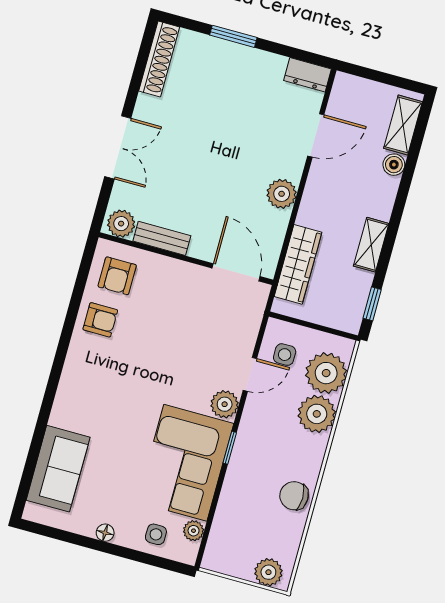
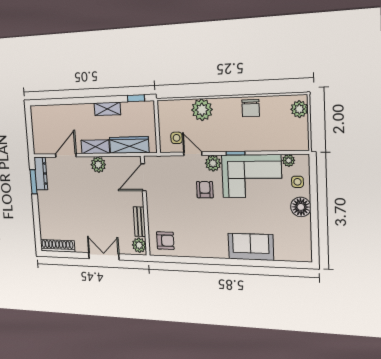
window: (233, 36) -> (33, 182), moved
dresser: (307, 75) -> (41, 174), width x1.44
shelving: (403, 125) -> (95, 147), moved
door: (316, 135) -> (66, 155), hinge flipped
boiler: (394, 165) -> (66, 110), removed
armchair: (100, 320) -> (205, 190), moved
plant: (326, 373) -> (179, 112), removed
sofa: (58, 469) -> (251, 247), moved
floor lamp: (105, 533) -> (301, 207), width x1.89, depth x1.89

